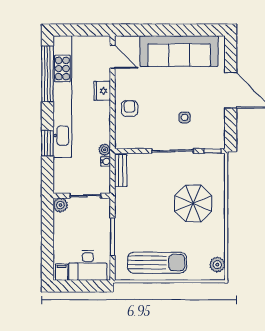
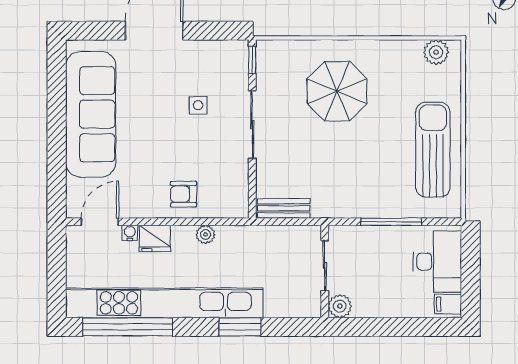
plant: (105, 150) -> (206, 235), moved
water cooler: (106, 161) -> (130, 233), moved

